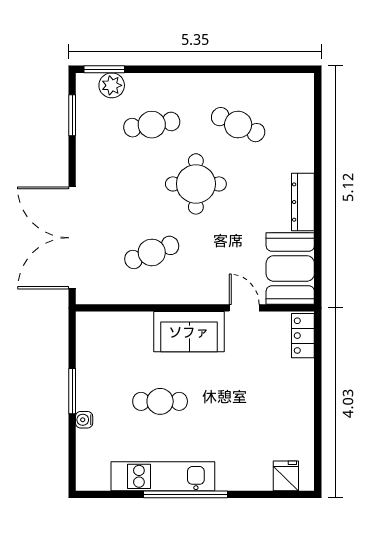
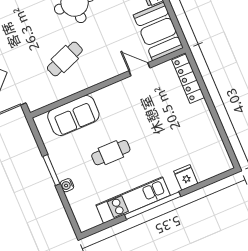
sofa: (189, 332) -> (73, 116), moved
locker: (303, 336) -> (188, 79), width x1.53
fridge: (286, 476) -> (186, 177), moved

